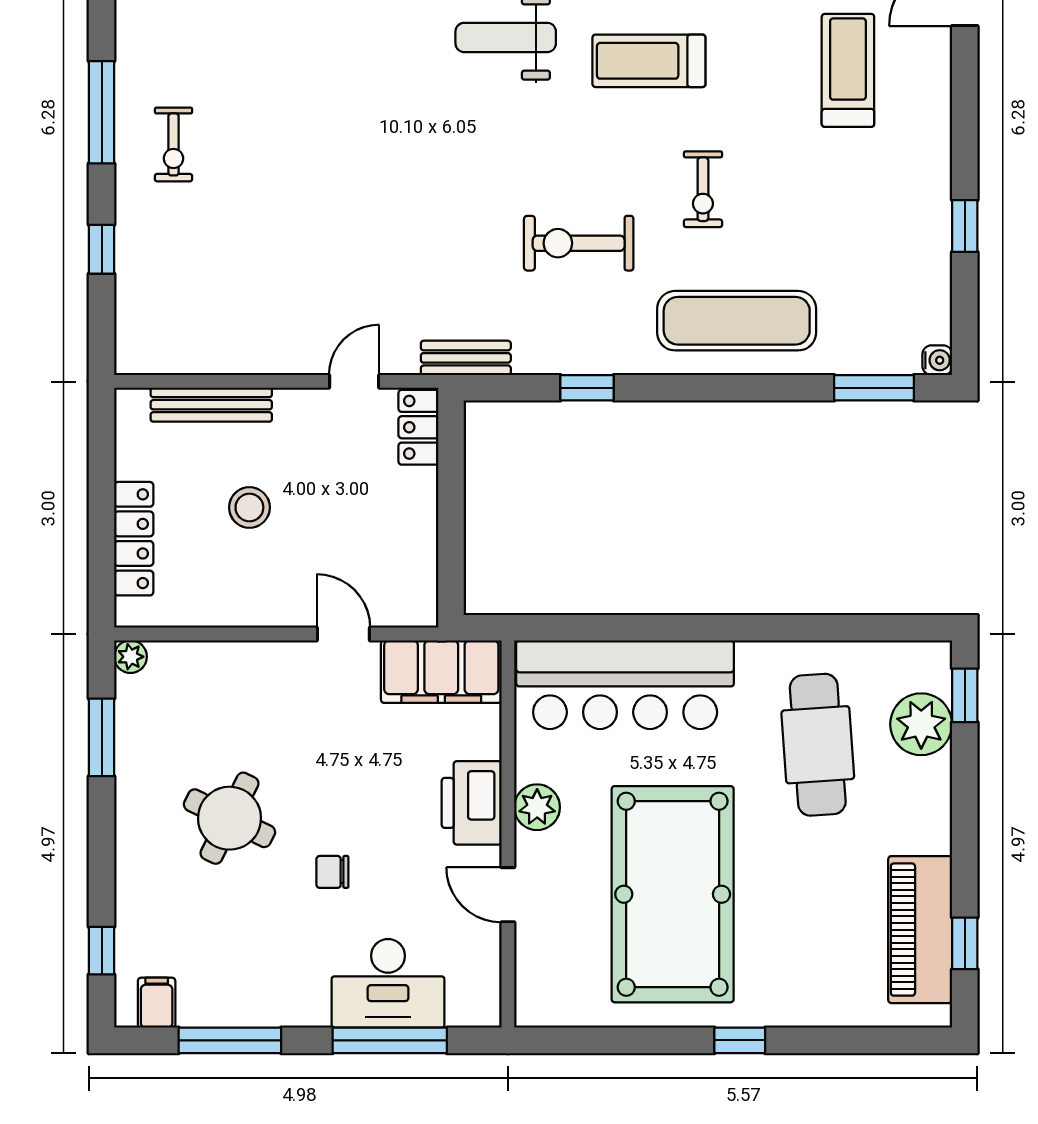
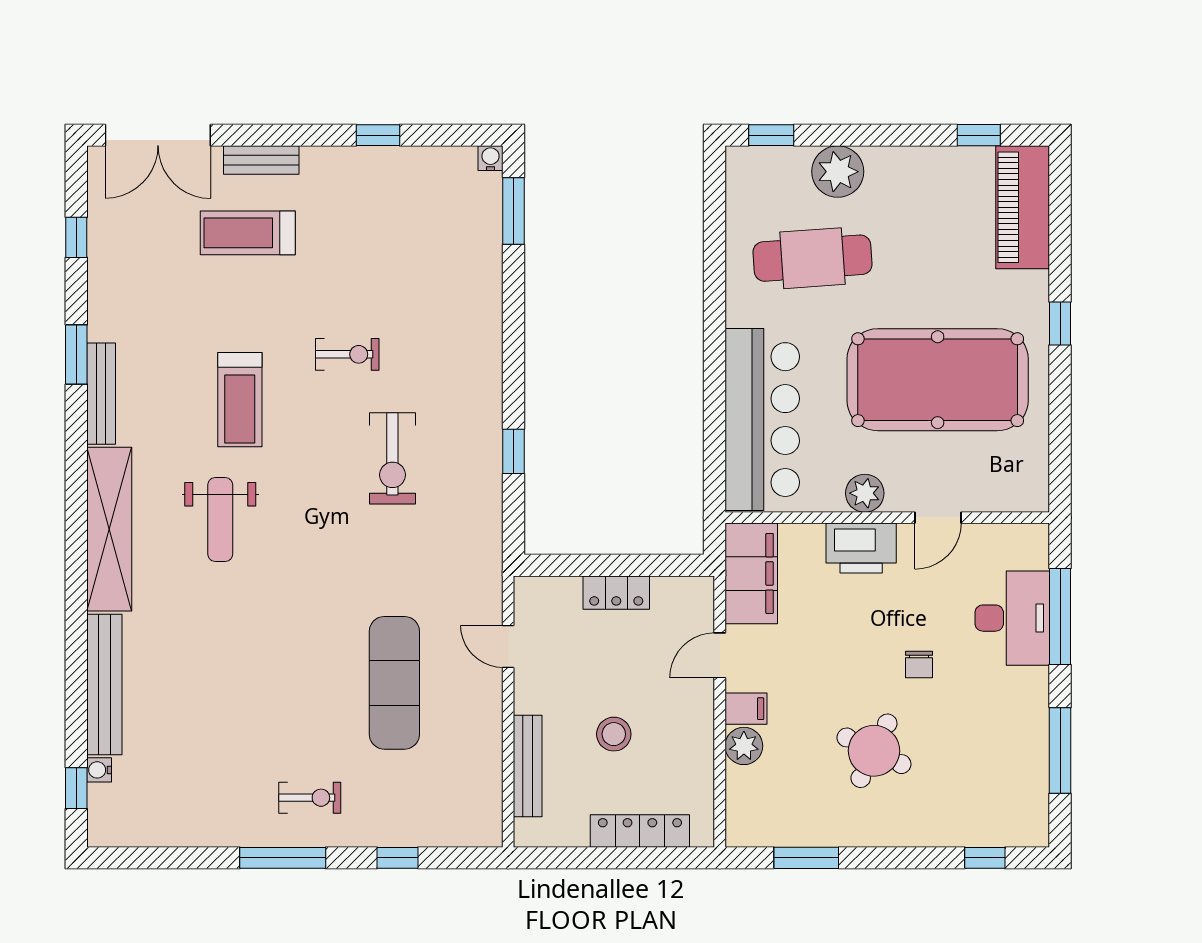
exercise mat: (737, 321) -> (394, 683), moved
bench: (466, 358) -> (261, 160), moved, turned 90
locker: (418, 427) -> (616, 593), moved
plant: (130, 657) -> (744, 746), moved, width x1.38, depth x1.38
plant: (921, 724) -> (838, 172), moved
piano: (920, 930) -> (1023, 207), moved, turned 90
filing cabinet: (157, 1003) -> (746, 709), moved, turned 180

